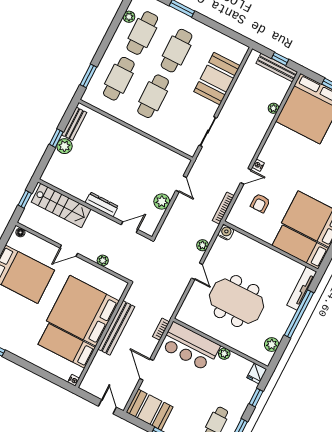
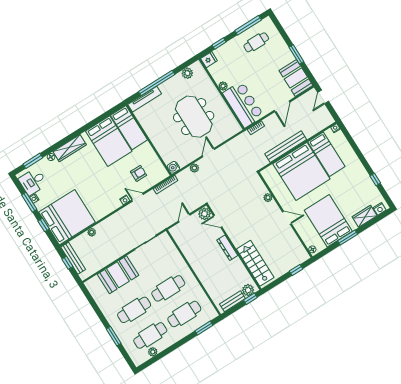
dresser: (102, 204) -> (227, 248), moved
stairs: (61, 205) -> (255, 263), moved
wall: (95, 209) -> (234, 247), moved
door: (129, 227) -> (218, 221), moved

